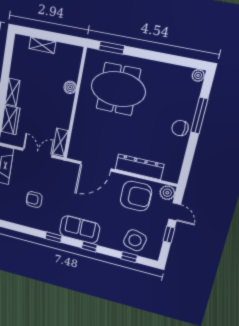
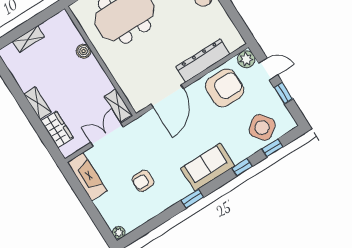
side table: (135, 240) -> (262, 127), turned 38
window: (89, 247) -> (242, 167), moved

